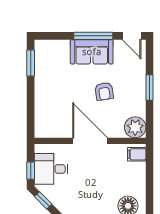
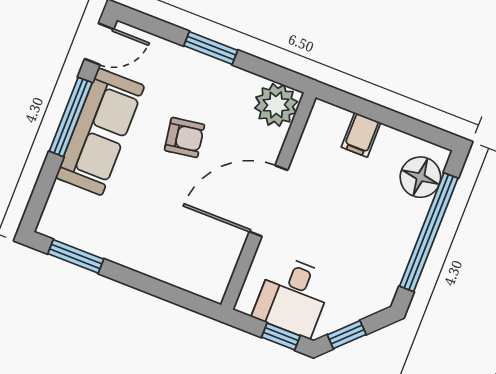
sofa: (92, 52) -> (100, 132), width x1.36
filing cabinet: (137, 154) -> (361, 135), moved

